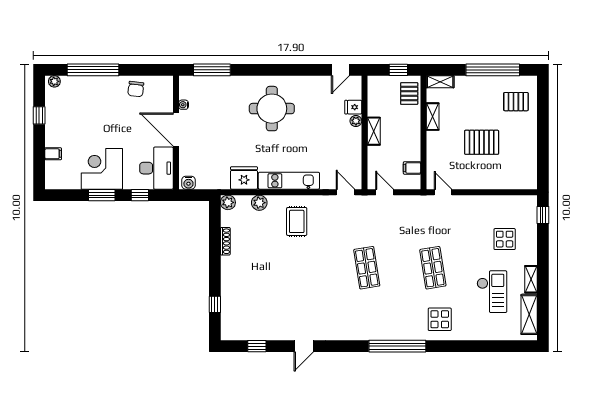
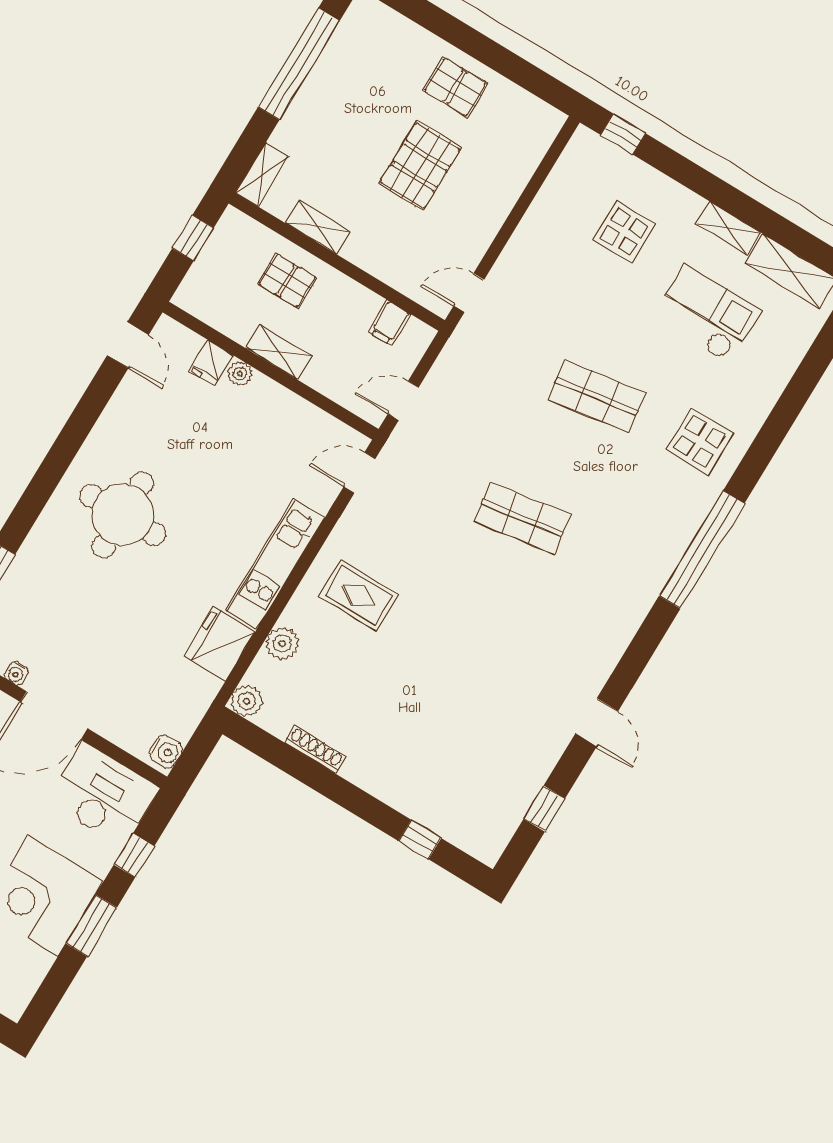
pallet: (409, 94) -> (287, 281), moved
pallet: (516, 102) -> (455, 87), moved, turned 90

